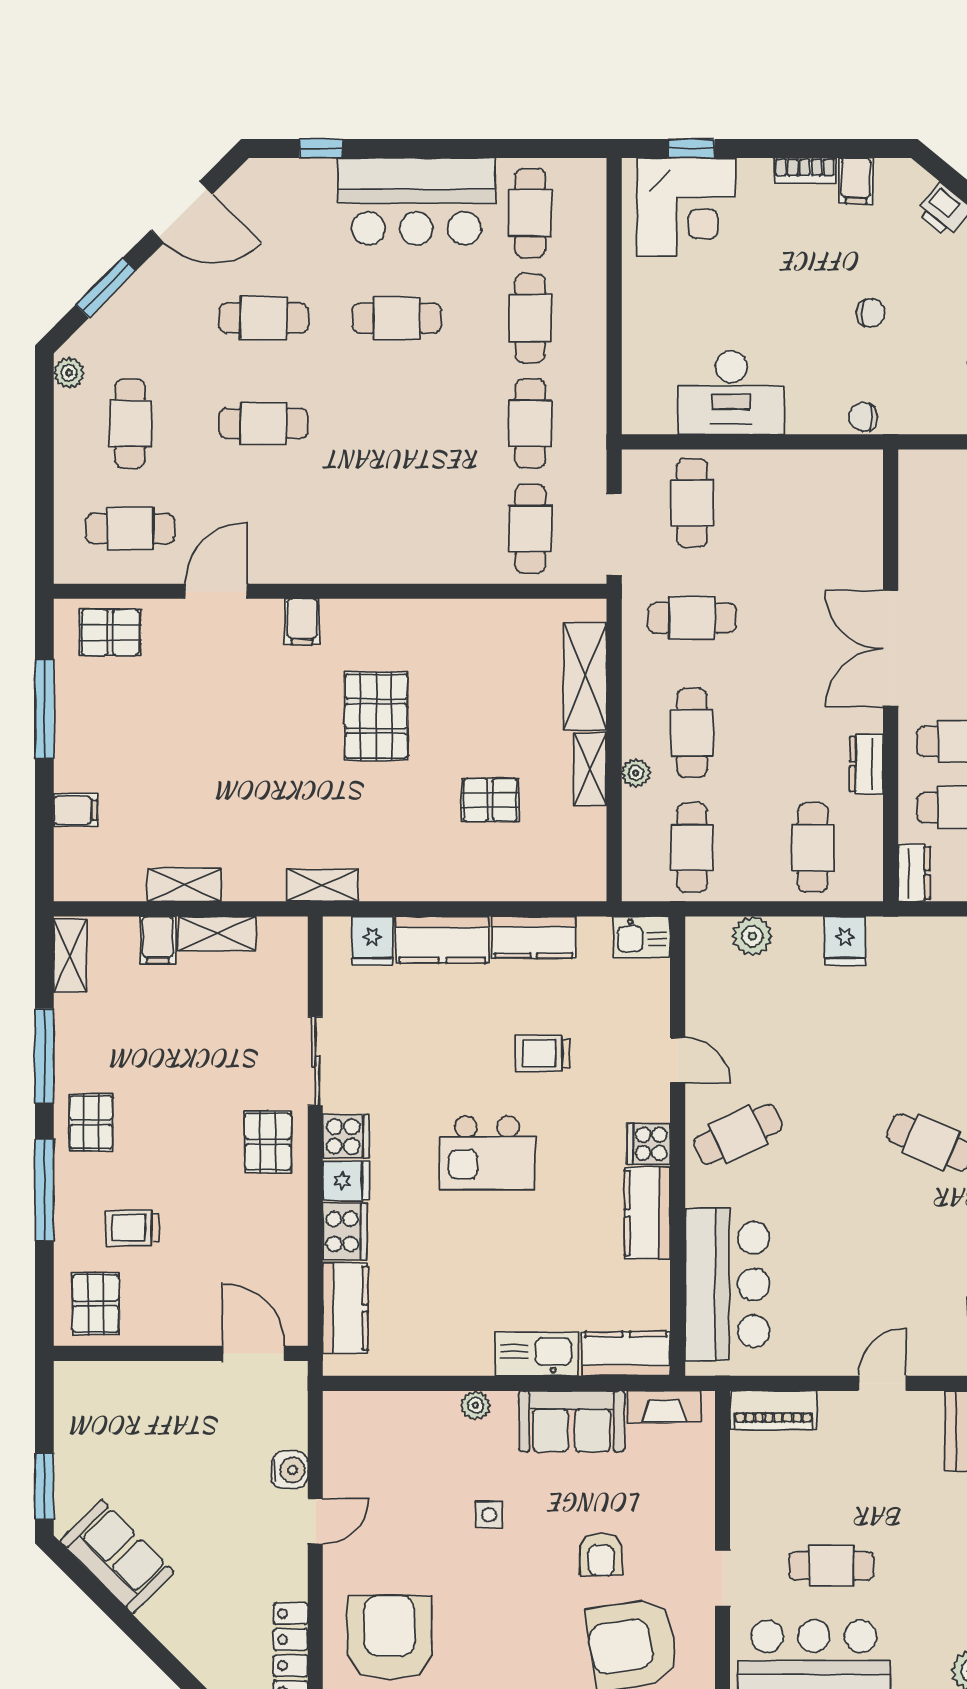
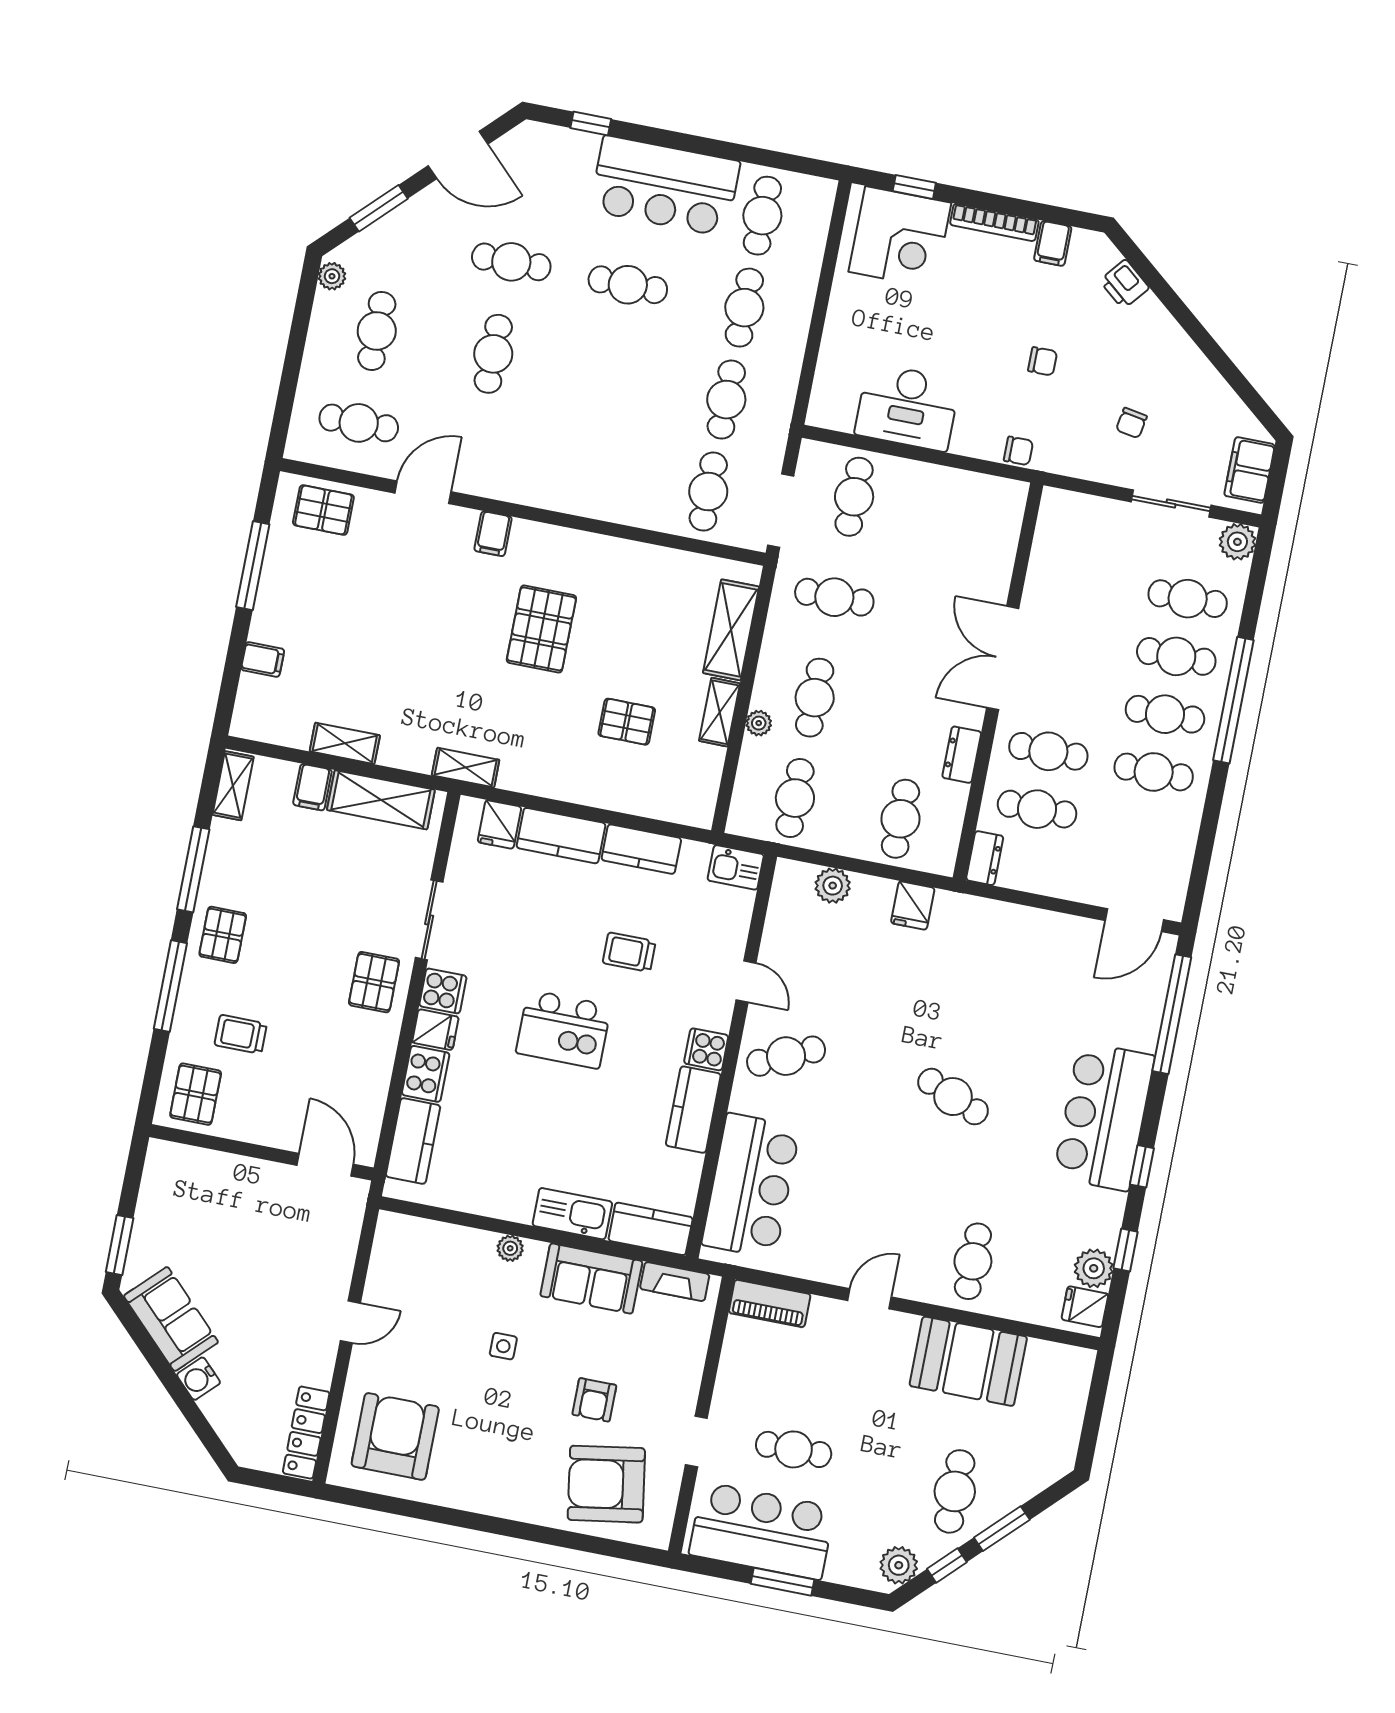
bookcase: (805, 170) -> (994, 222), width x1.56
chair: (863, 417) -> (1018, 451), turned 180
cafe table: (264, 423) -> (493, 354), turned 90
shelving: (217, 933) -> (381, 800), width x1.50, depth x1.33
water cooler: (290, 1470) -> (199, 1379), moved, turned 135

